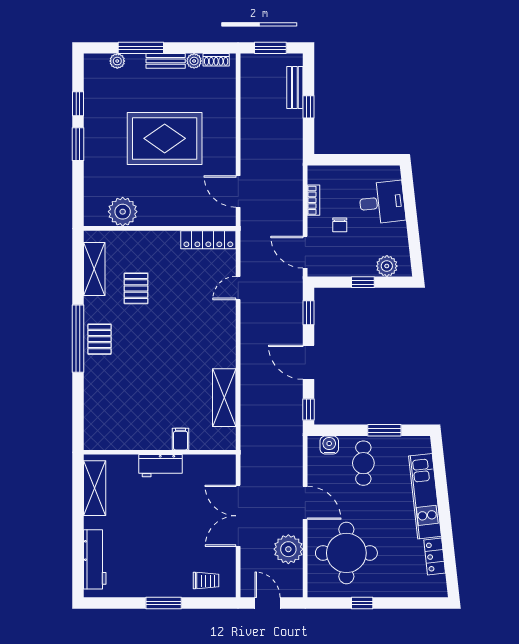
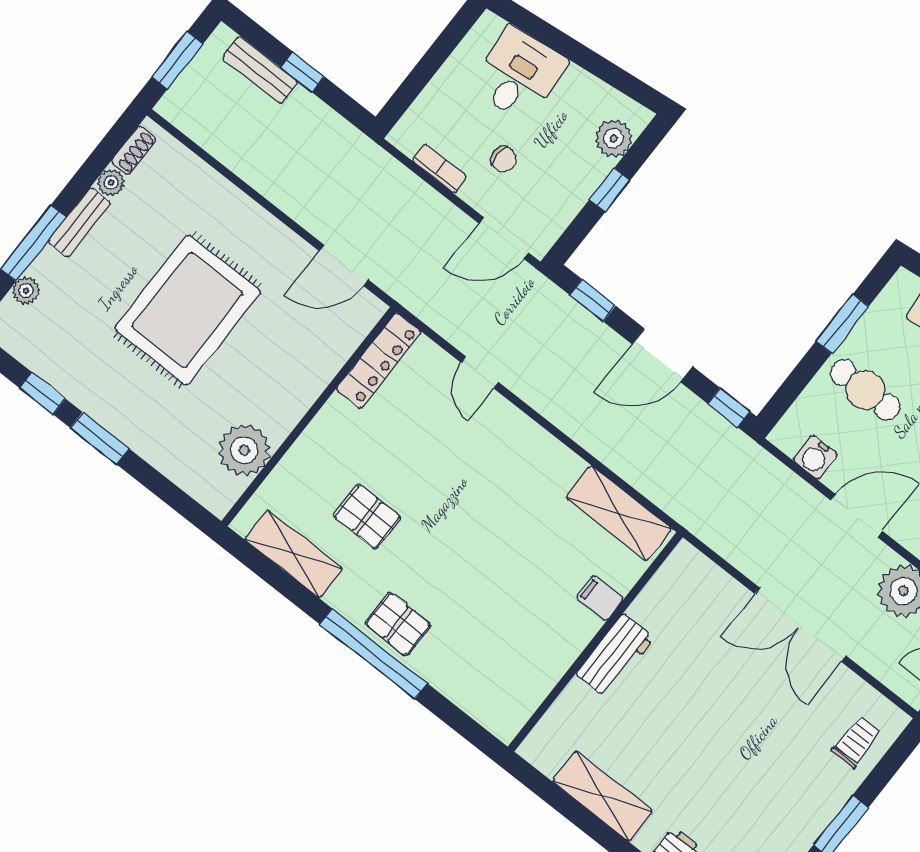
filing cabinet: (181, 439) -> (600, 598), moved
water cooler: (329, 445) -> (815, 457), moved, turned -90
wall: (160, 452) -> (595, 642), moved
workbench: (160, 466) -> (615, 656), moved

